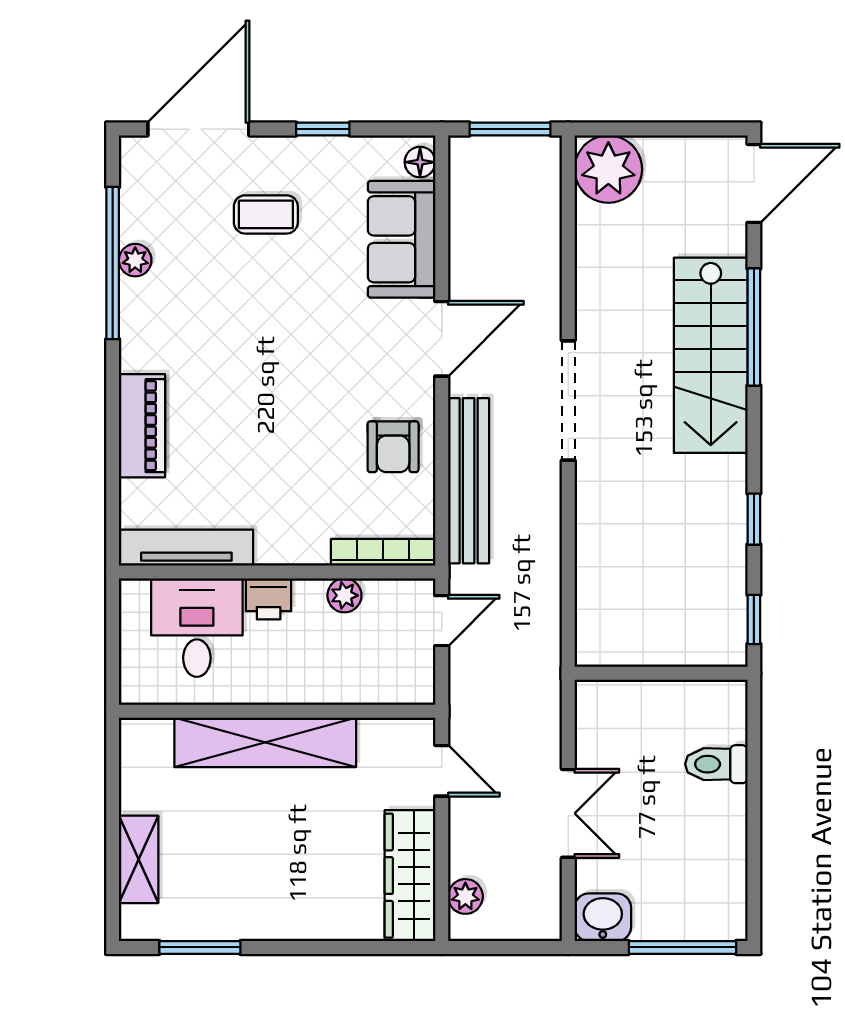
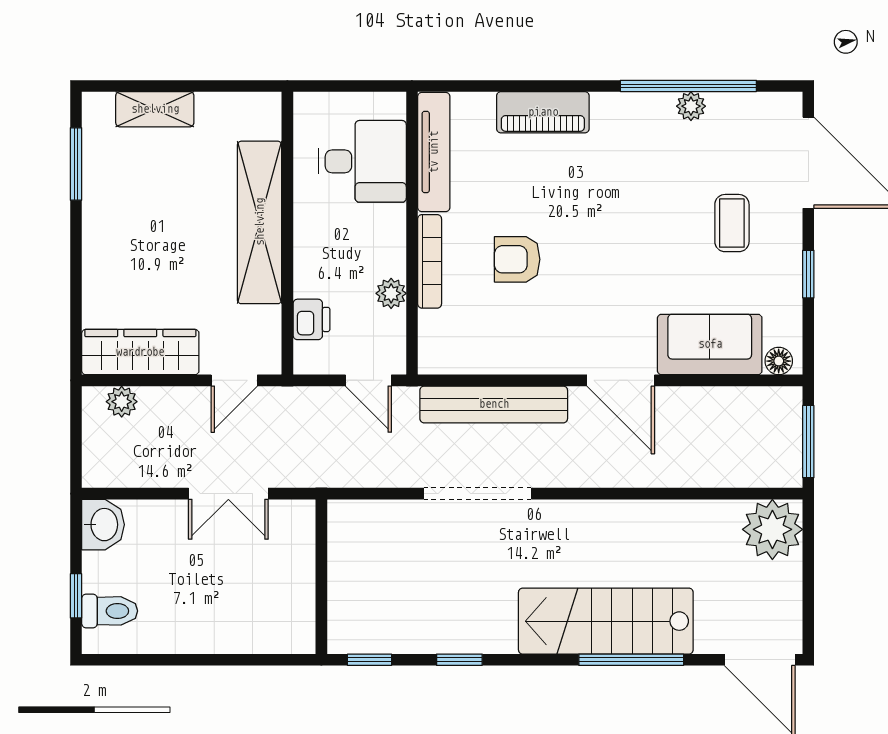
doorway: (568, 400) -> (478, 494), moved
armchair: (393, 447) -> (517, 259), moved
bookcase: (383, 552) -> (430, 261), moved
printer: (269, 599) -> (311, 319), moved, turned 180
toilet: (716, 764) -> (110, 611), moved, turned 90
double door: (568, 813) -> (228, 494), moved
window: (682, 947) -> (76, 596), width x0.46

